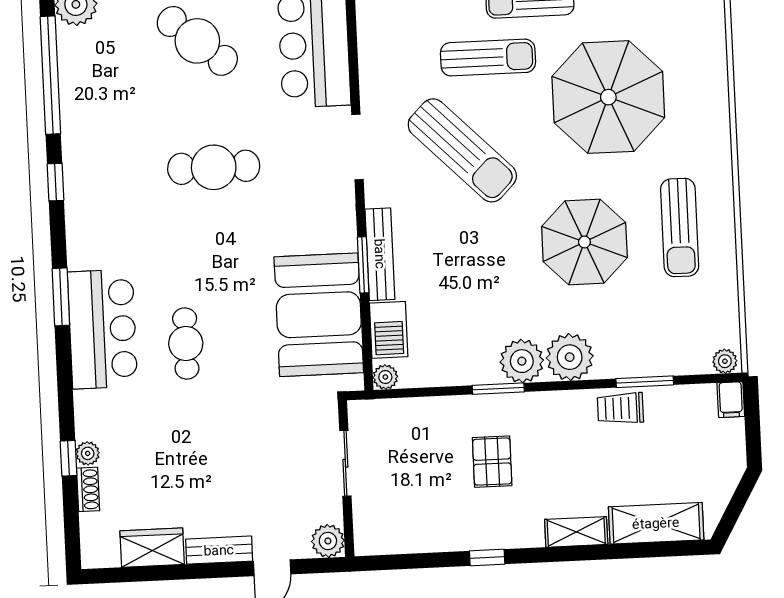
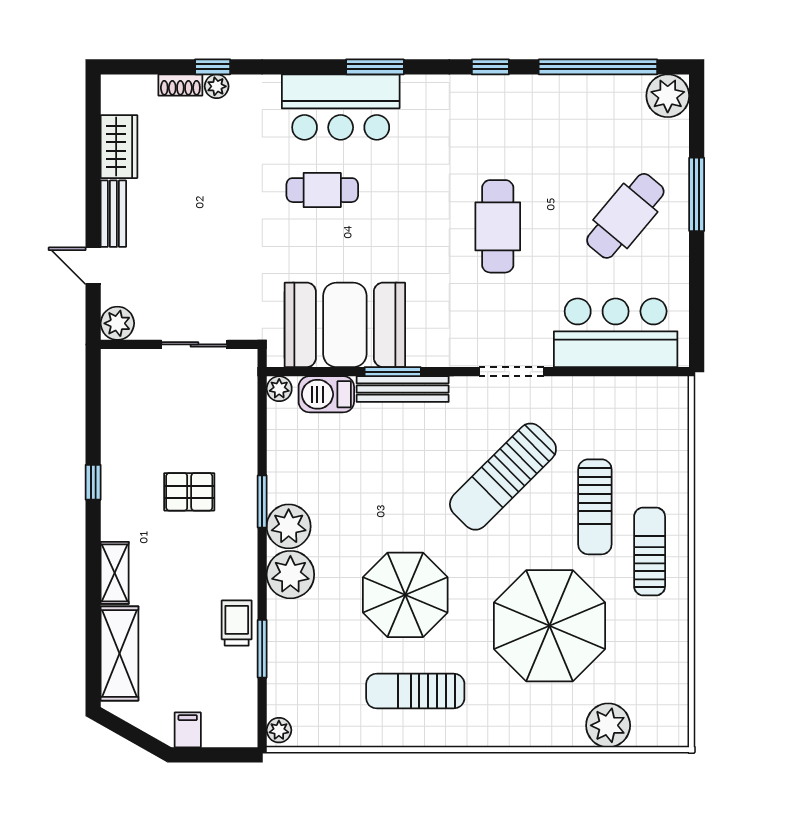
plant: (705, 34) -> (608, 725), added
filing cabinet: (731, 400) -> (188, 730), moved, turned 90

